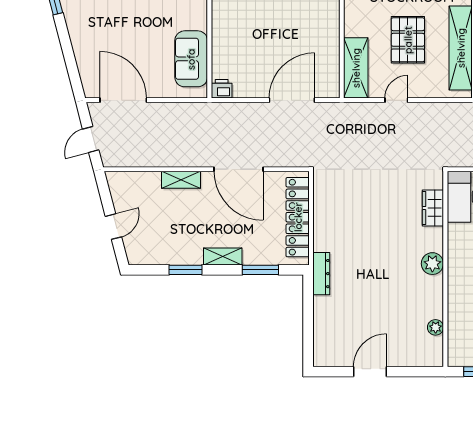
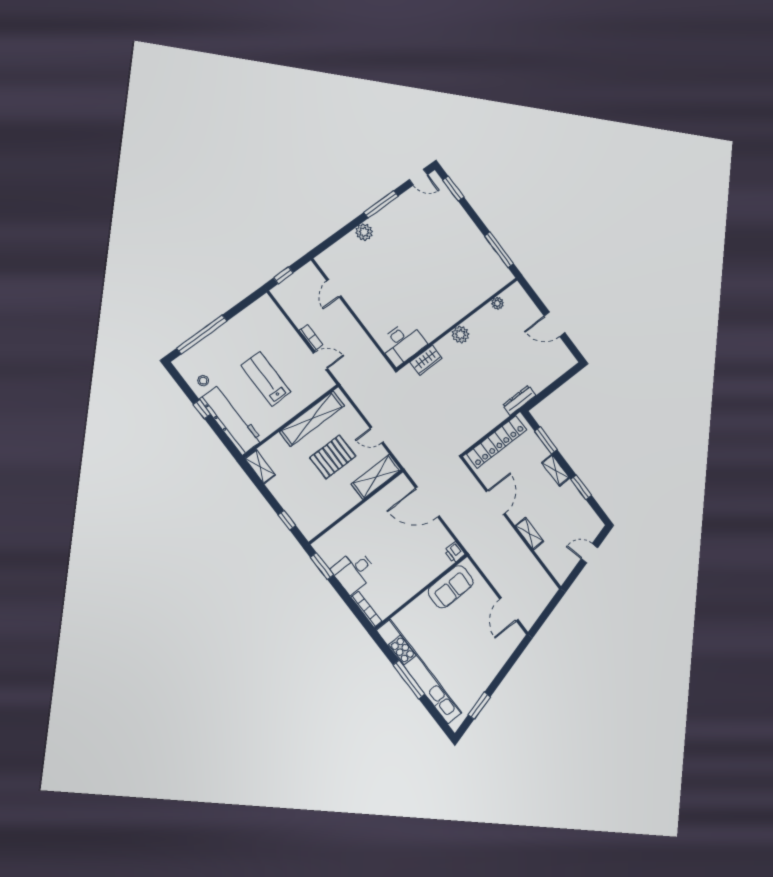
door: (123, 100) -> (509, 609), width x0.73
door: (91, 140) -> (548, 610), removed
door: (238, 169) -> (496, 502), width x0.73

